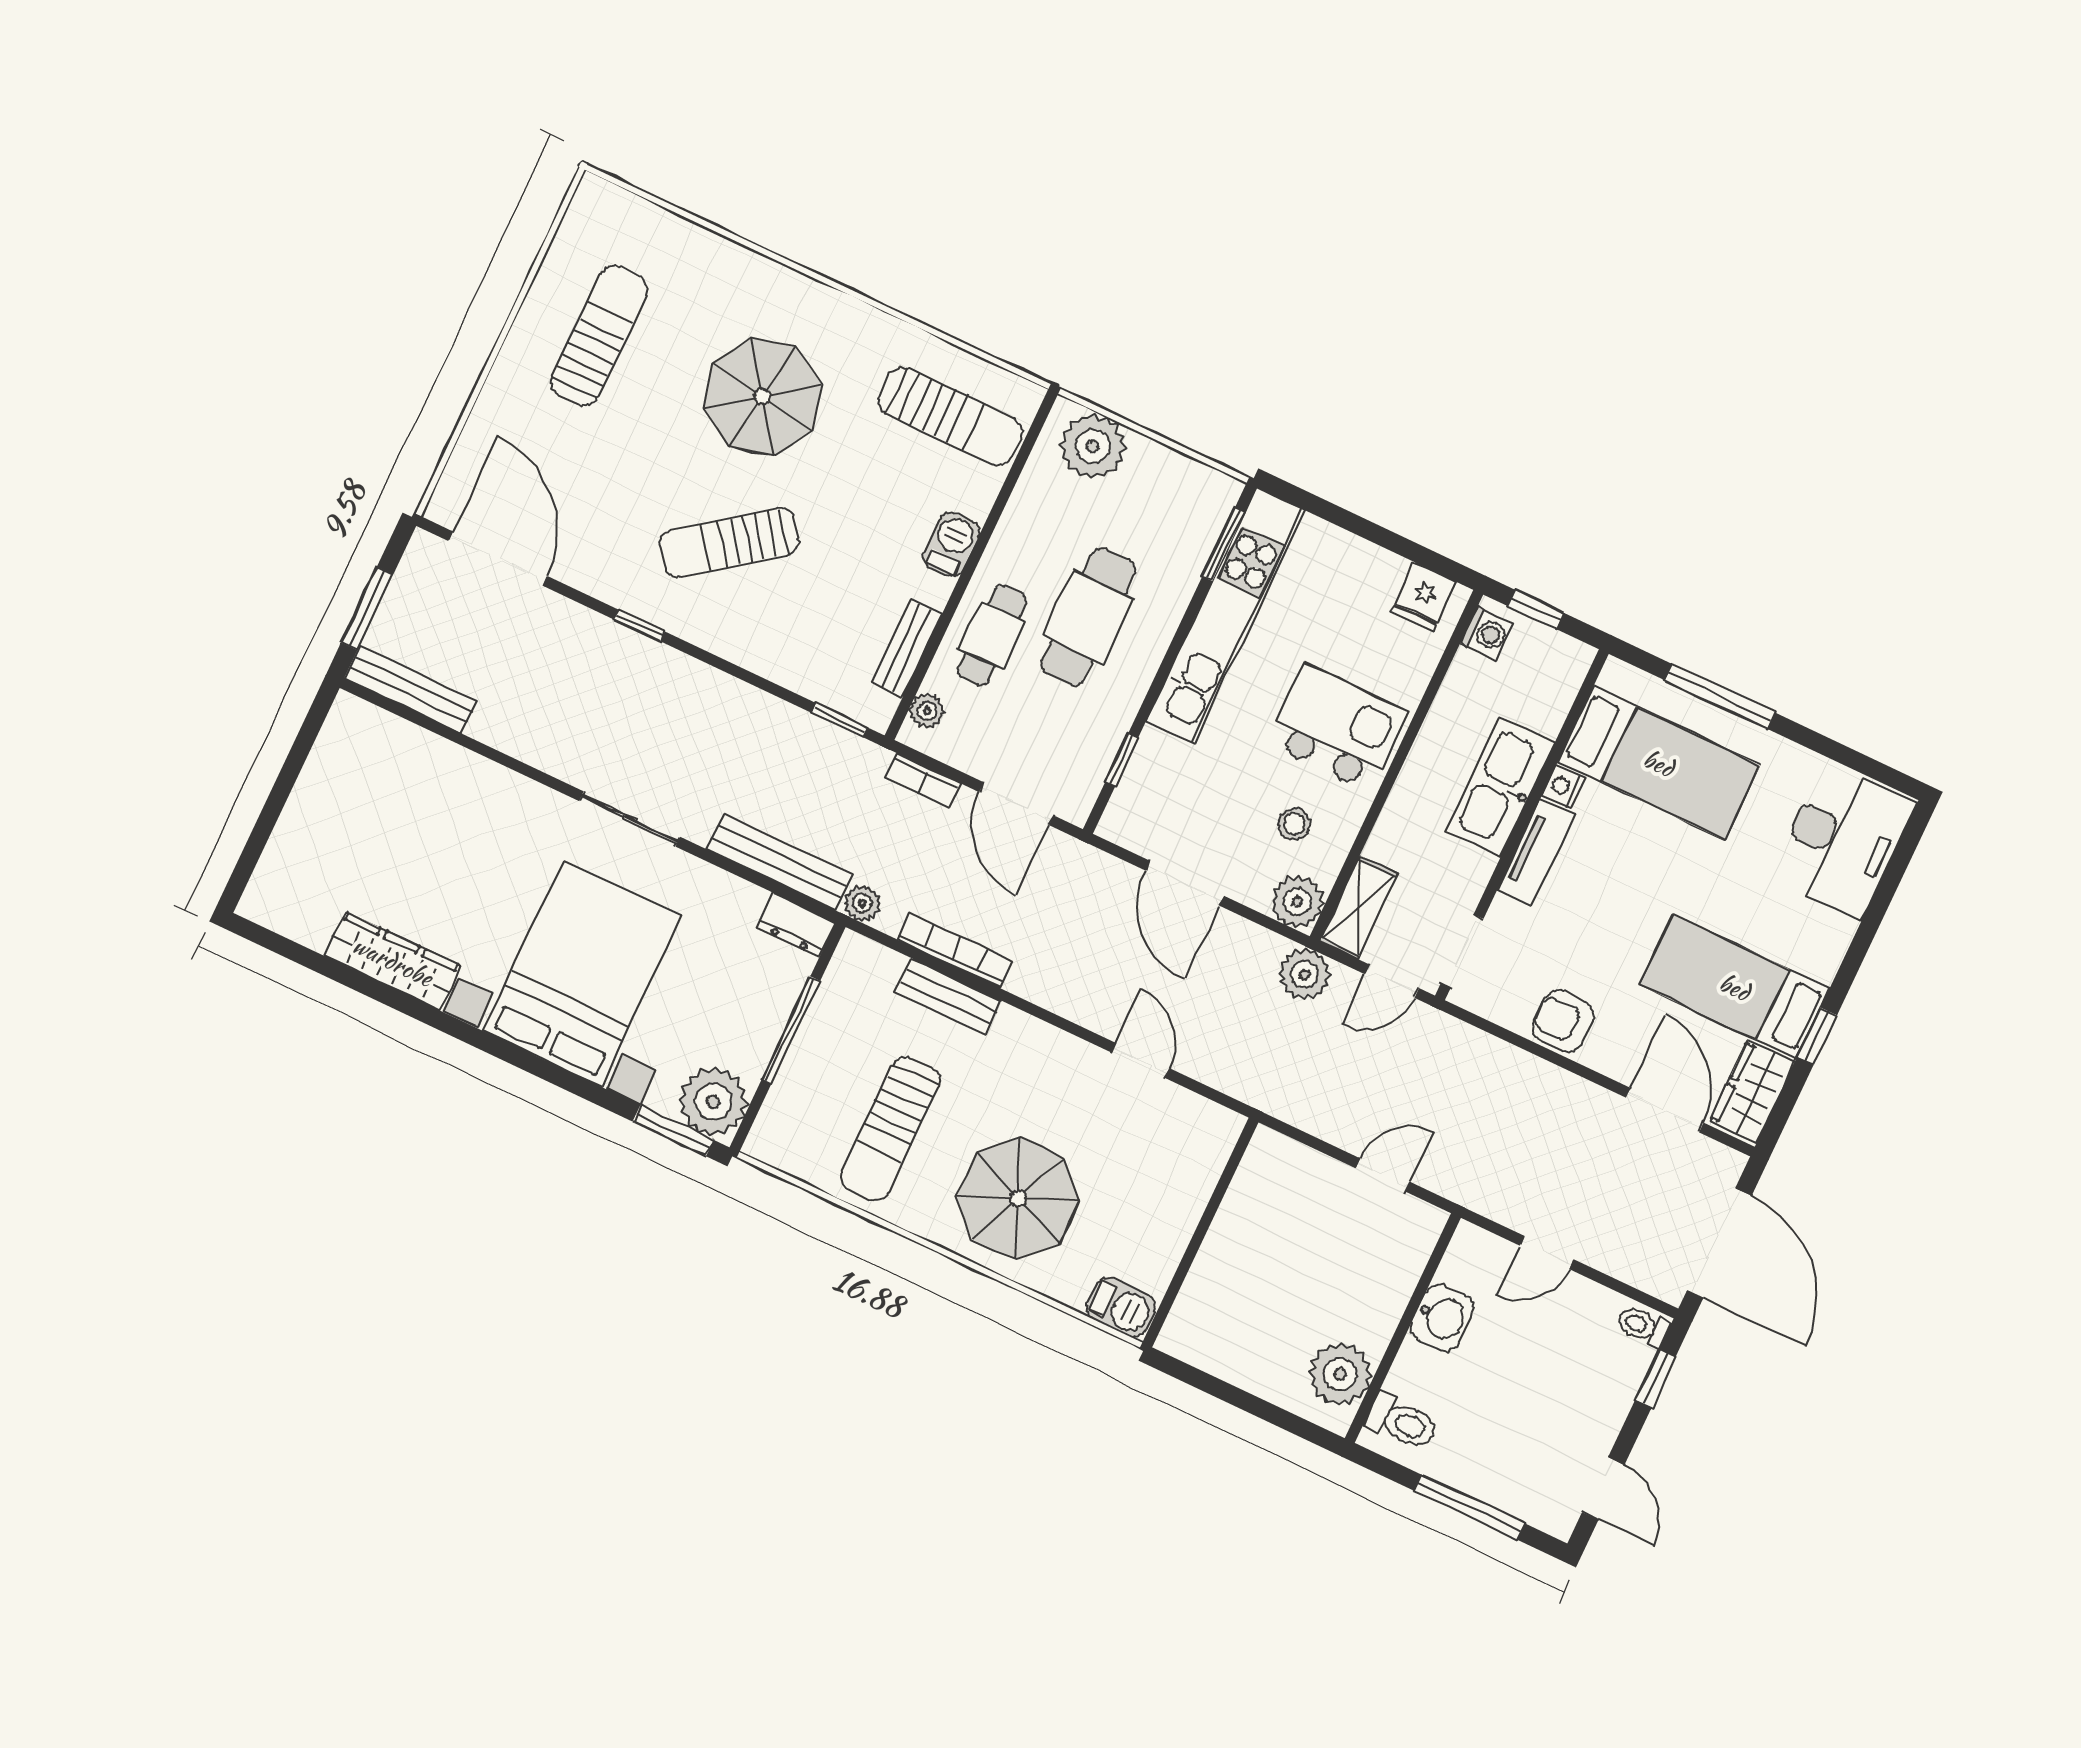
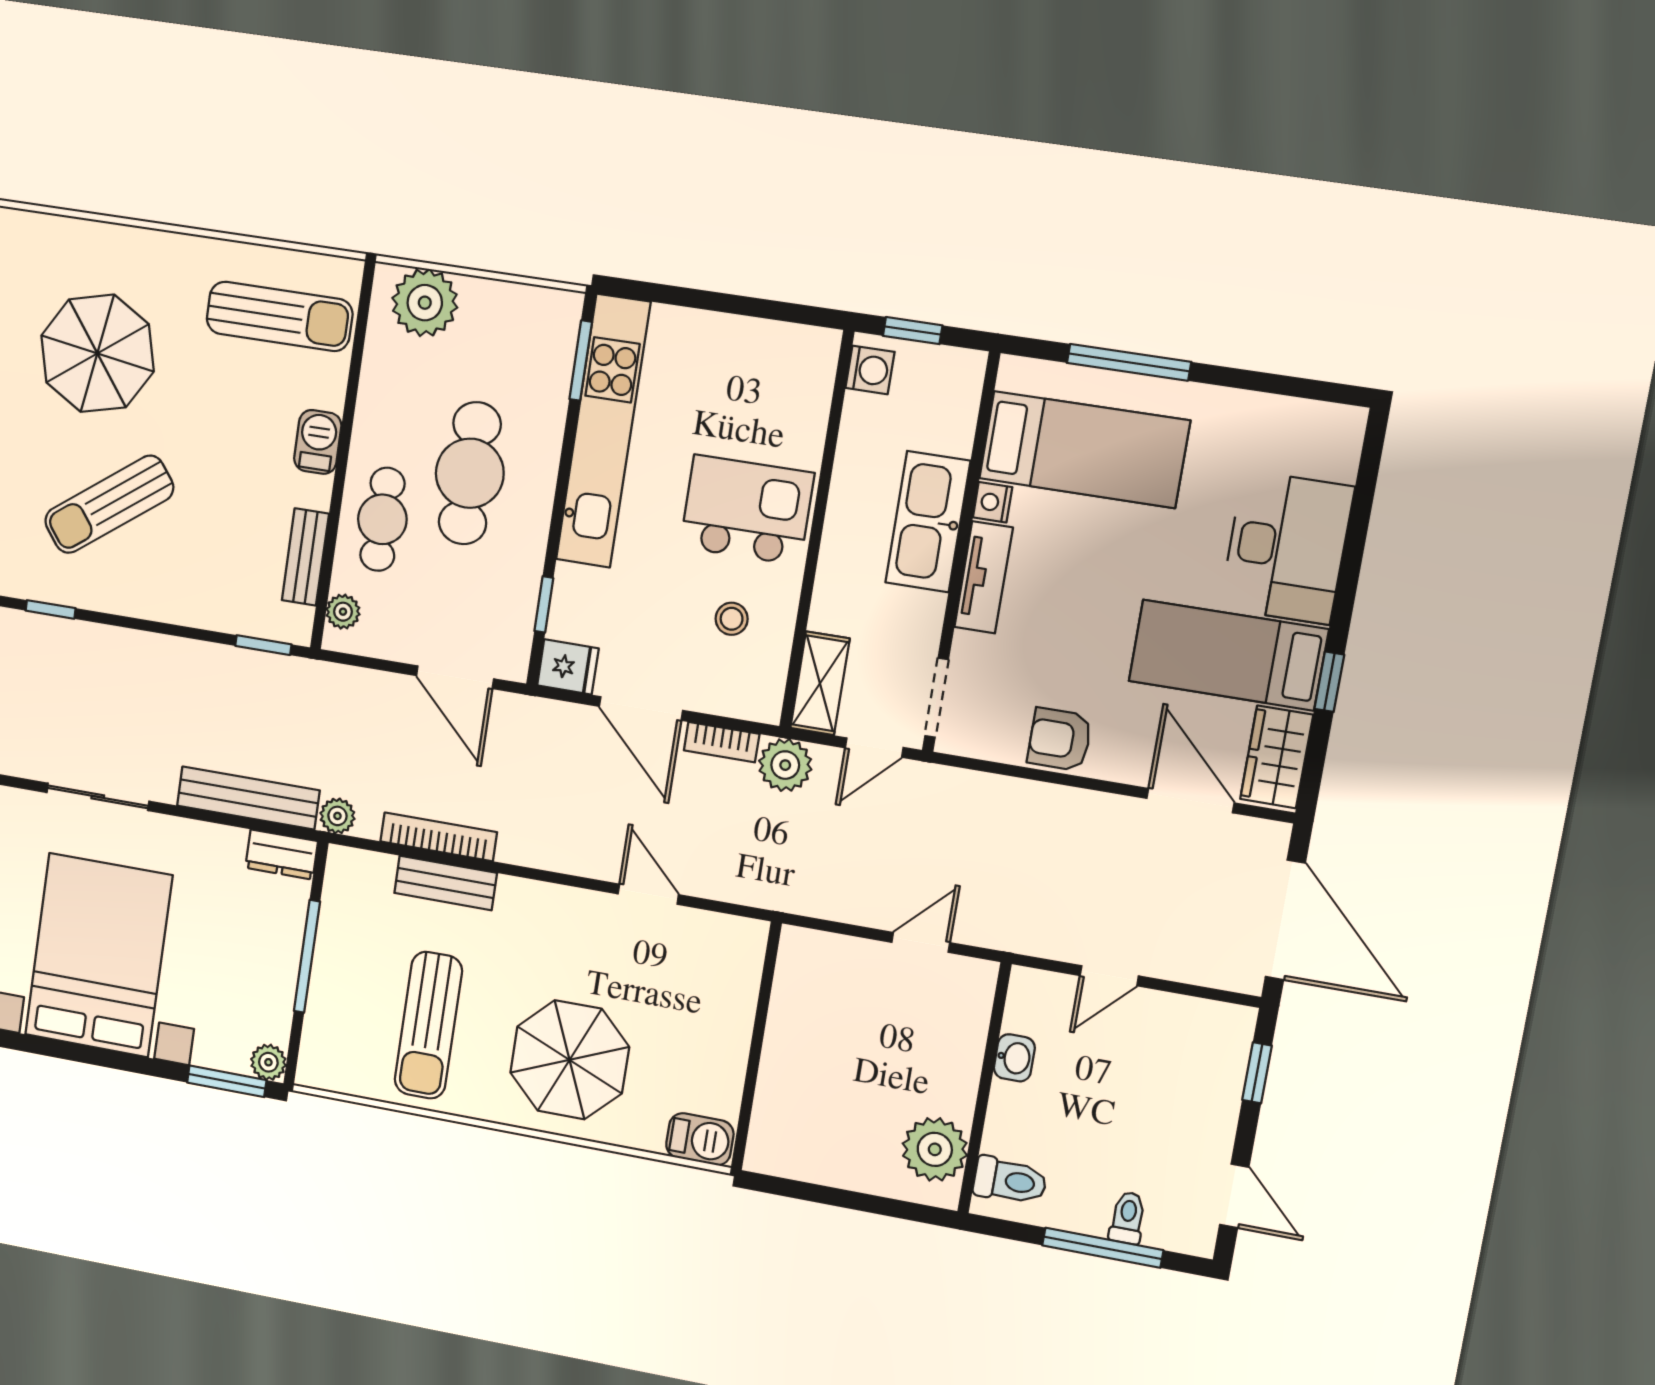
fridge: (1424, 597) -> (568, 667), moved, turned -90
bookcase: (923, 781) -> (722, 742), moved
desk: (1843, 840) -> (1287, 547), moved
plant: (1297, 902) -> (757, 695), removed
plant: (713, 1102) -> (268, 1062), width x0.53, depth x0.53
washbasin: (1442, 1318) -> (1014, 1058), width x0.72, depth x0.69
toilet: (1643, 1326) -> (1128, 1218), moved, turned 90

